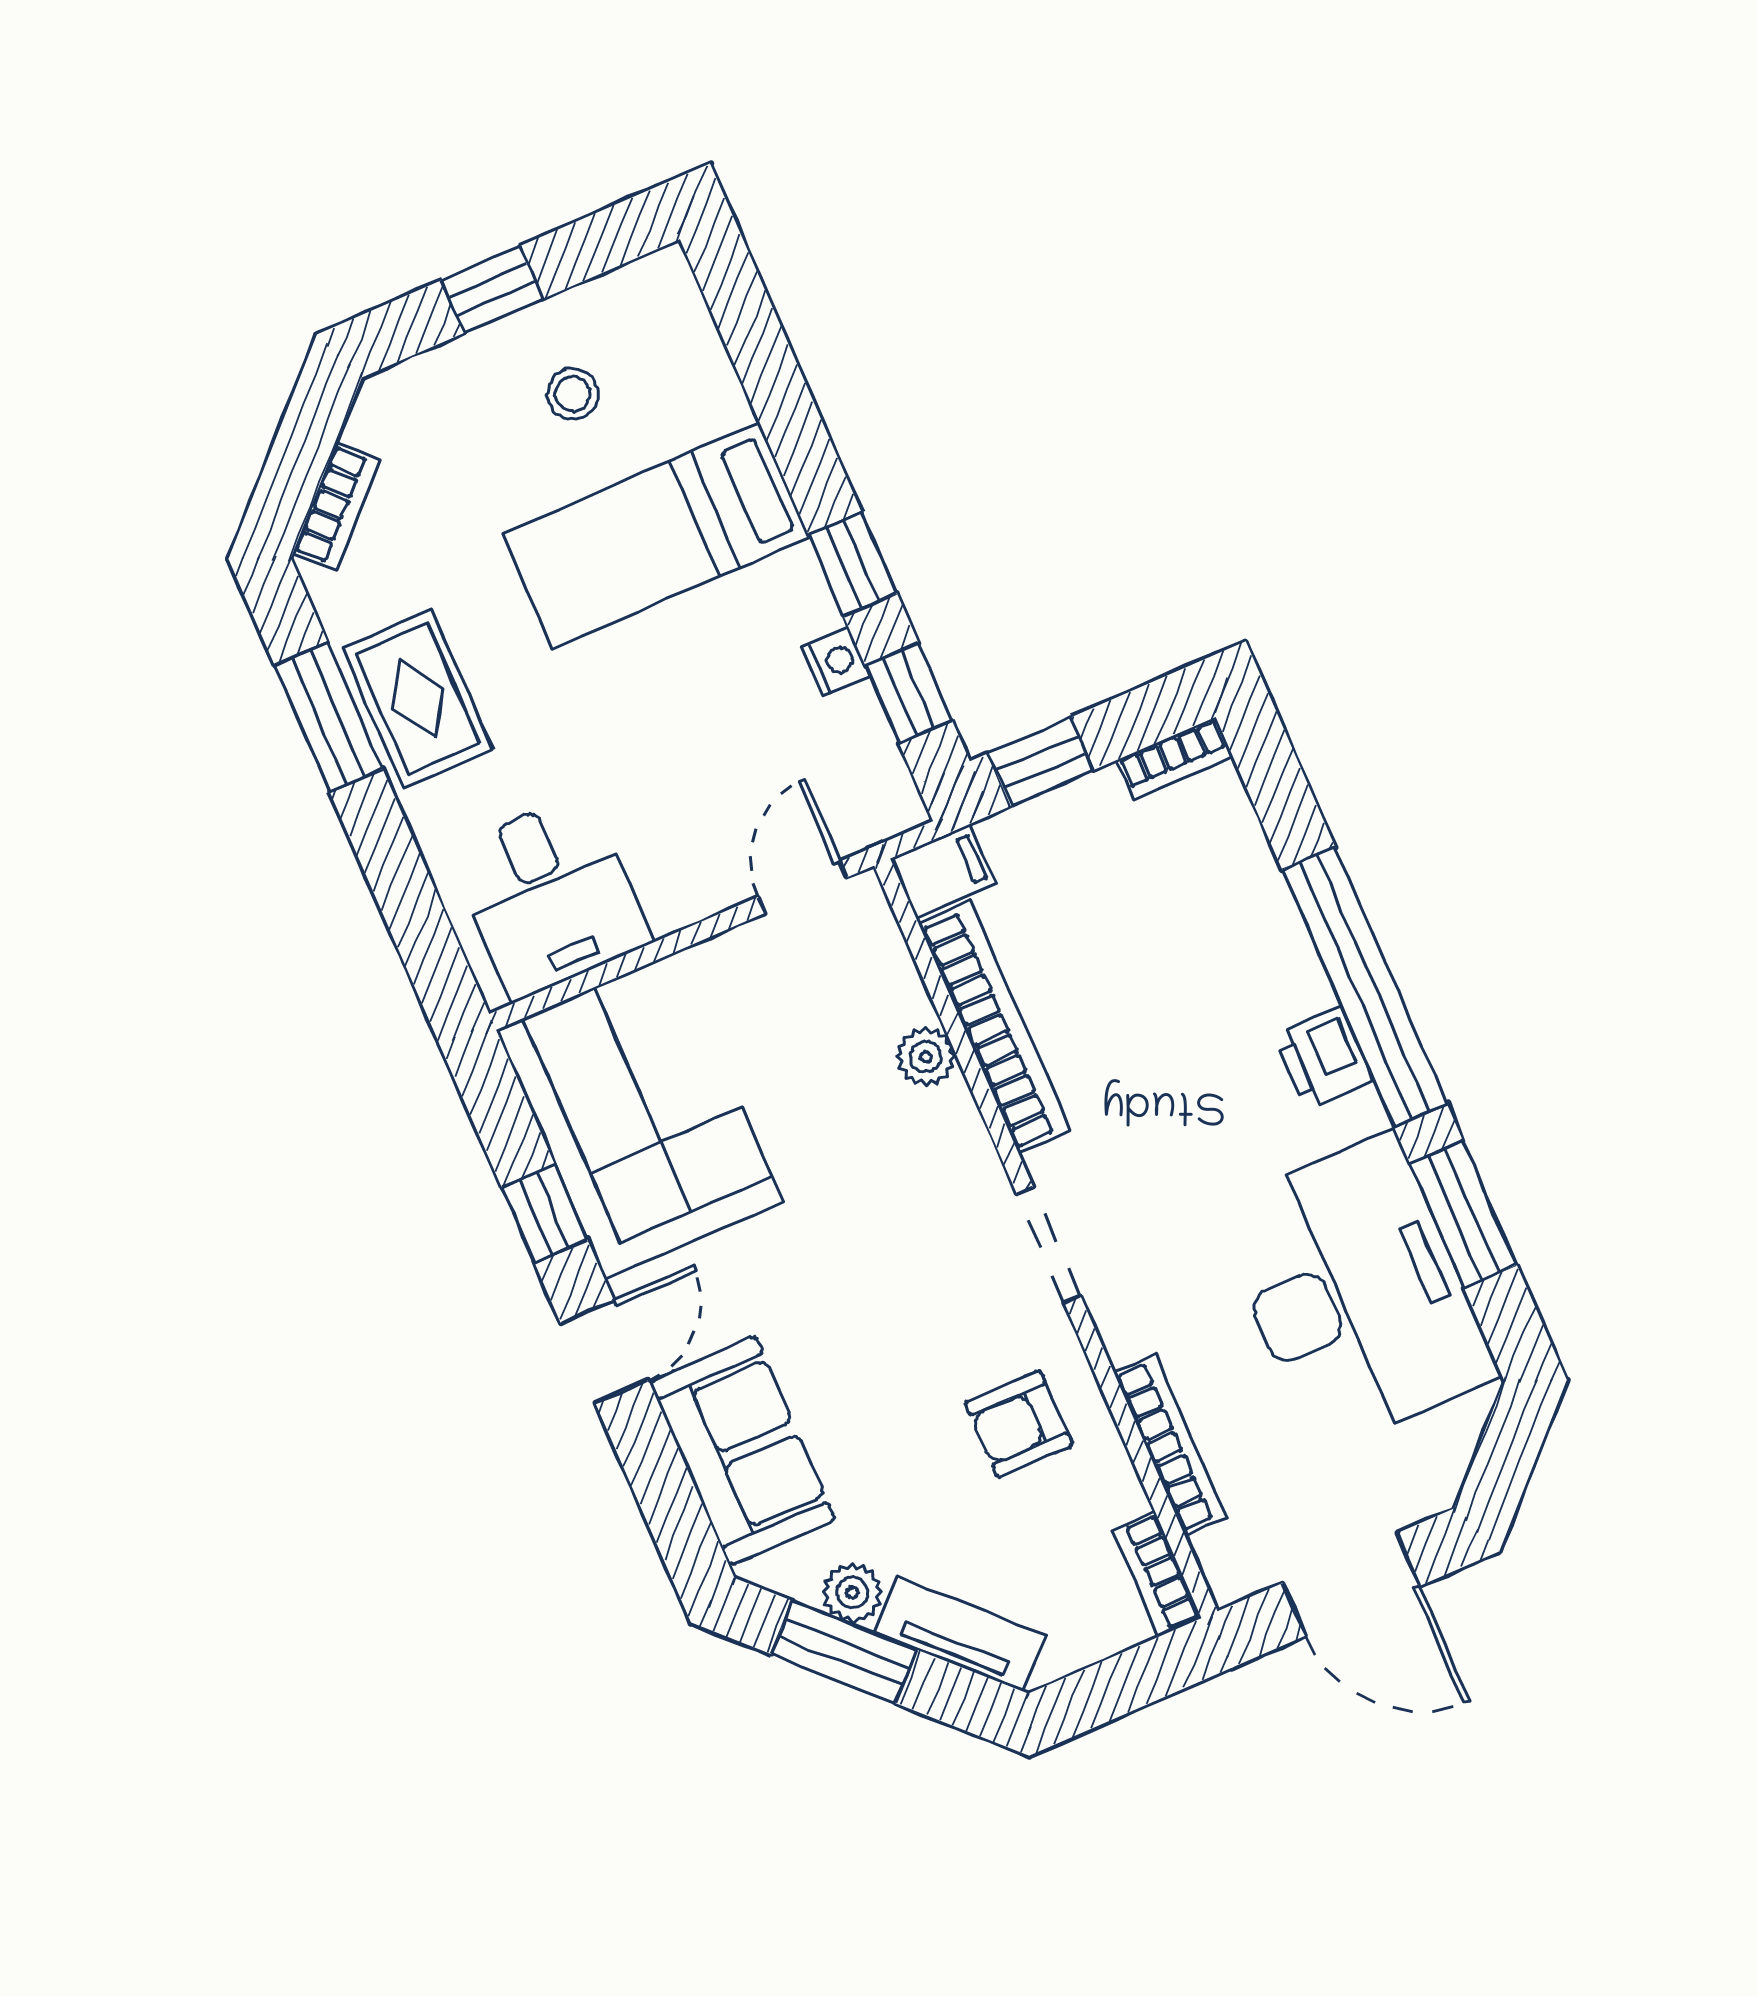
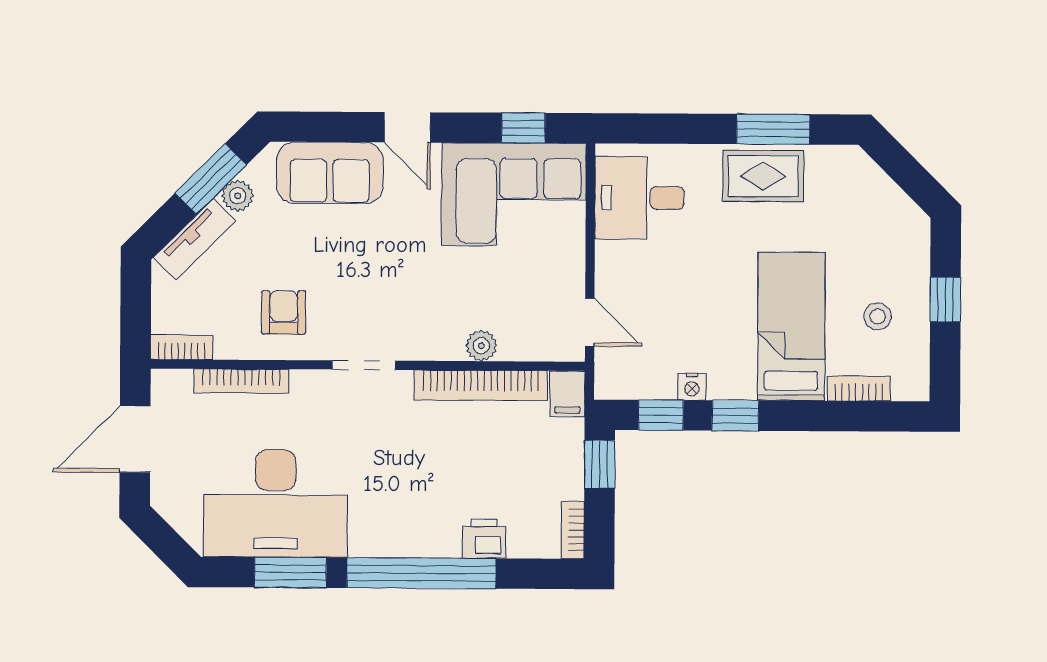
bookcase: (336, 507) -> (859, 388), moved, turned 135
printer: (1324, 1058) -> (484, 539), moved
window: (545, 1214) -> (523, 128), moved

